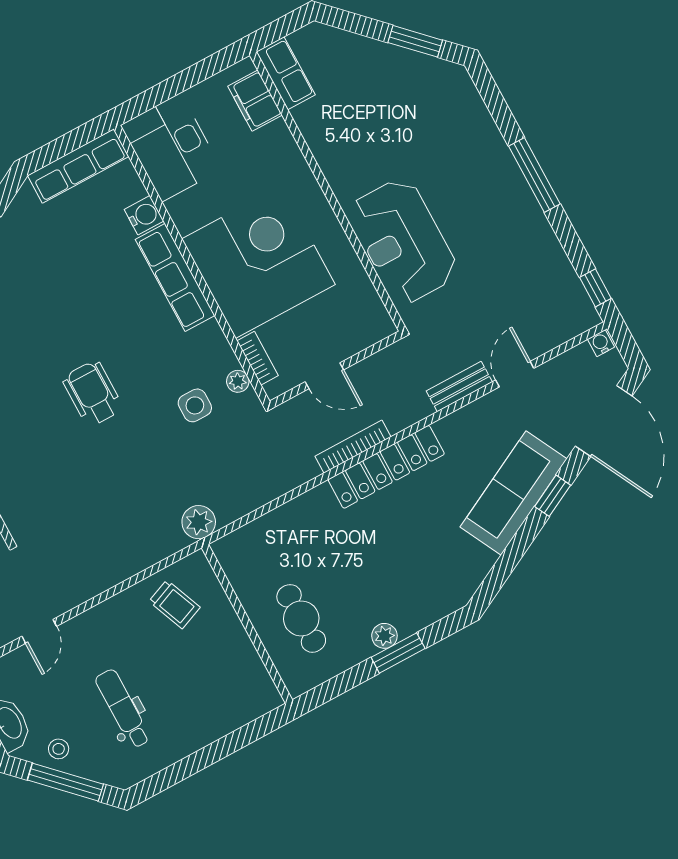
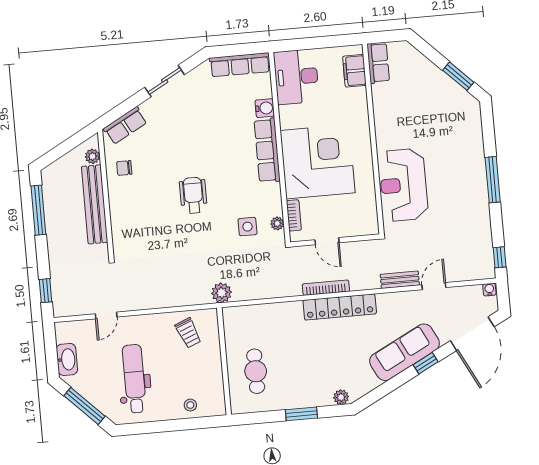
plant: (384, 636) -> (341, 397), moved
dental chair: (123, 709) -> (134, 379), width x1.36, depth x1.38
stool: (59, 749) -> (190, 405), moved

